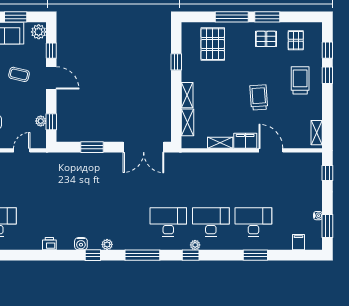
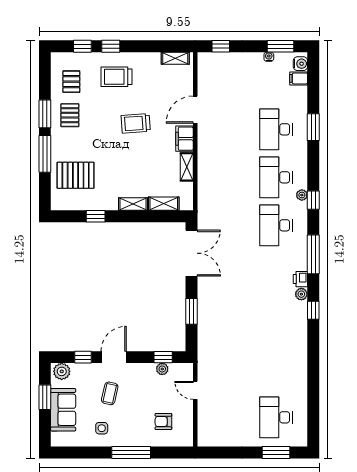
pallet: (296, 40) -> (71, 82), turned 90
printer: (49, 244) -> (300, 279), moved
water cooler: (81, 244) -> (300, 64), moved

